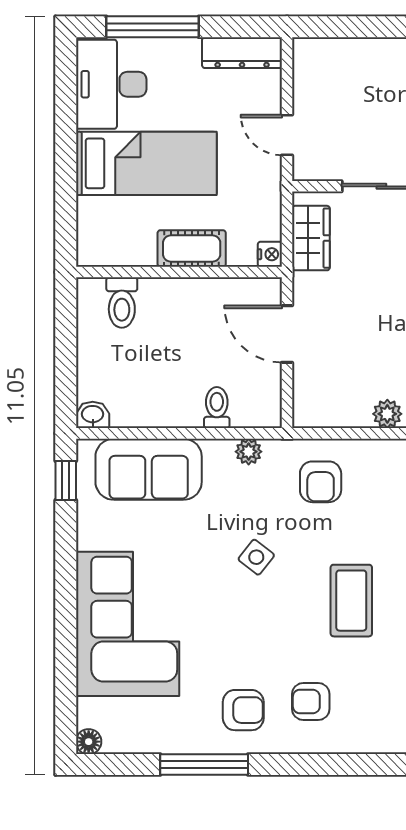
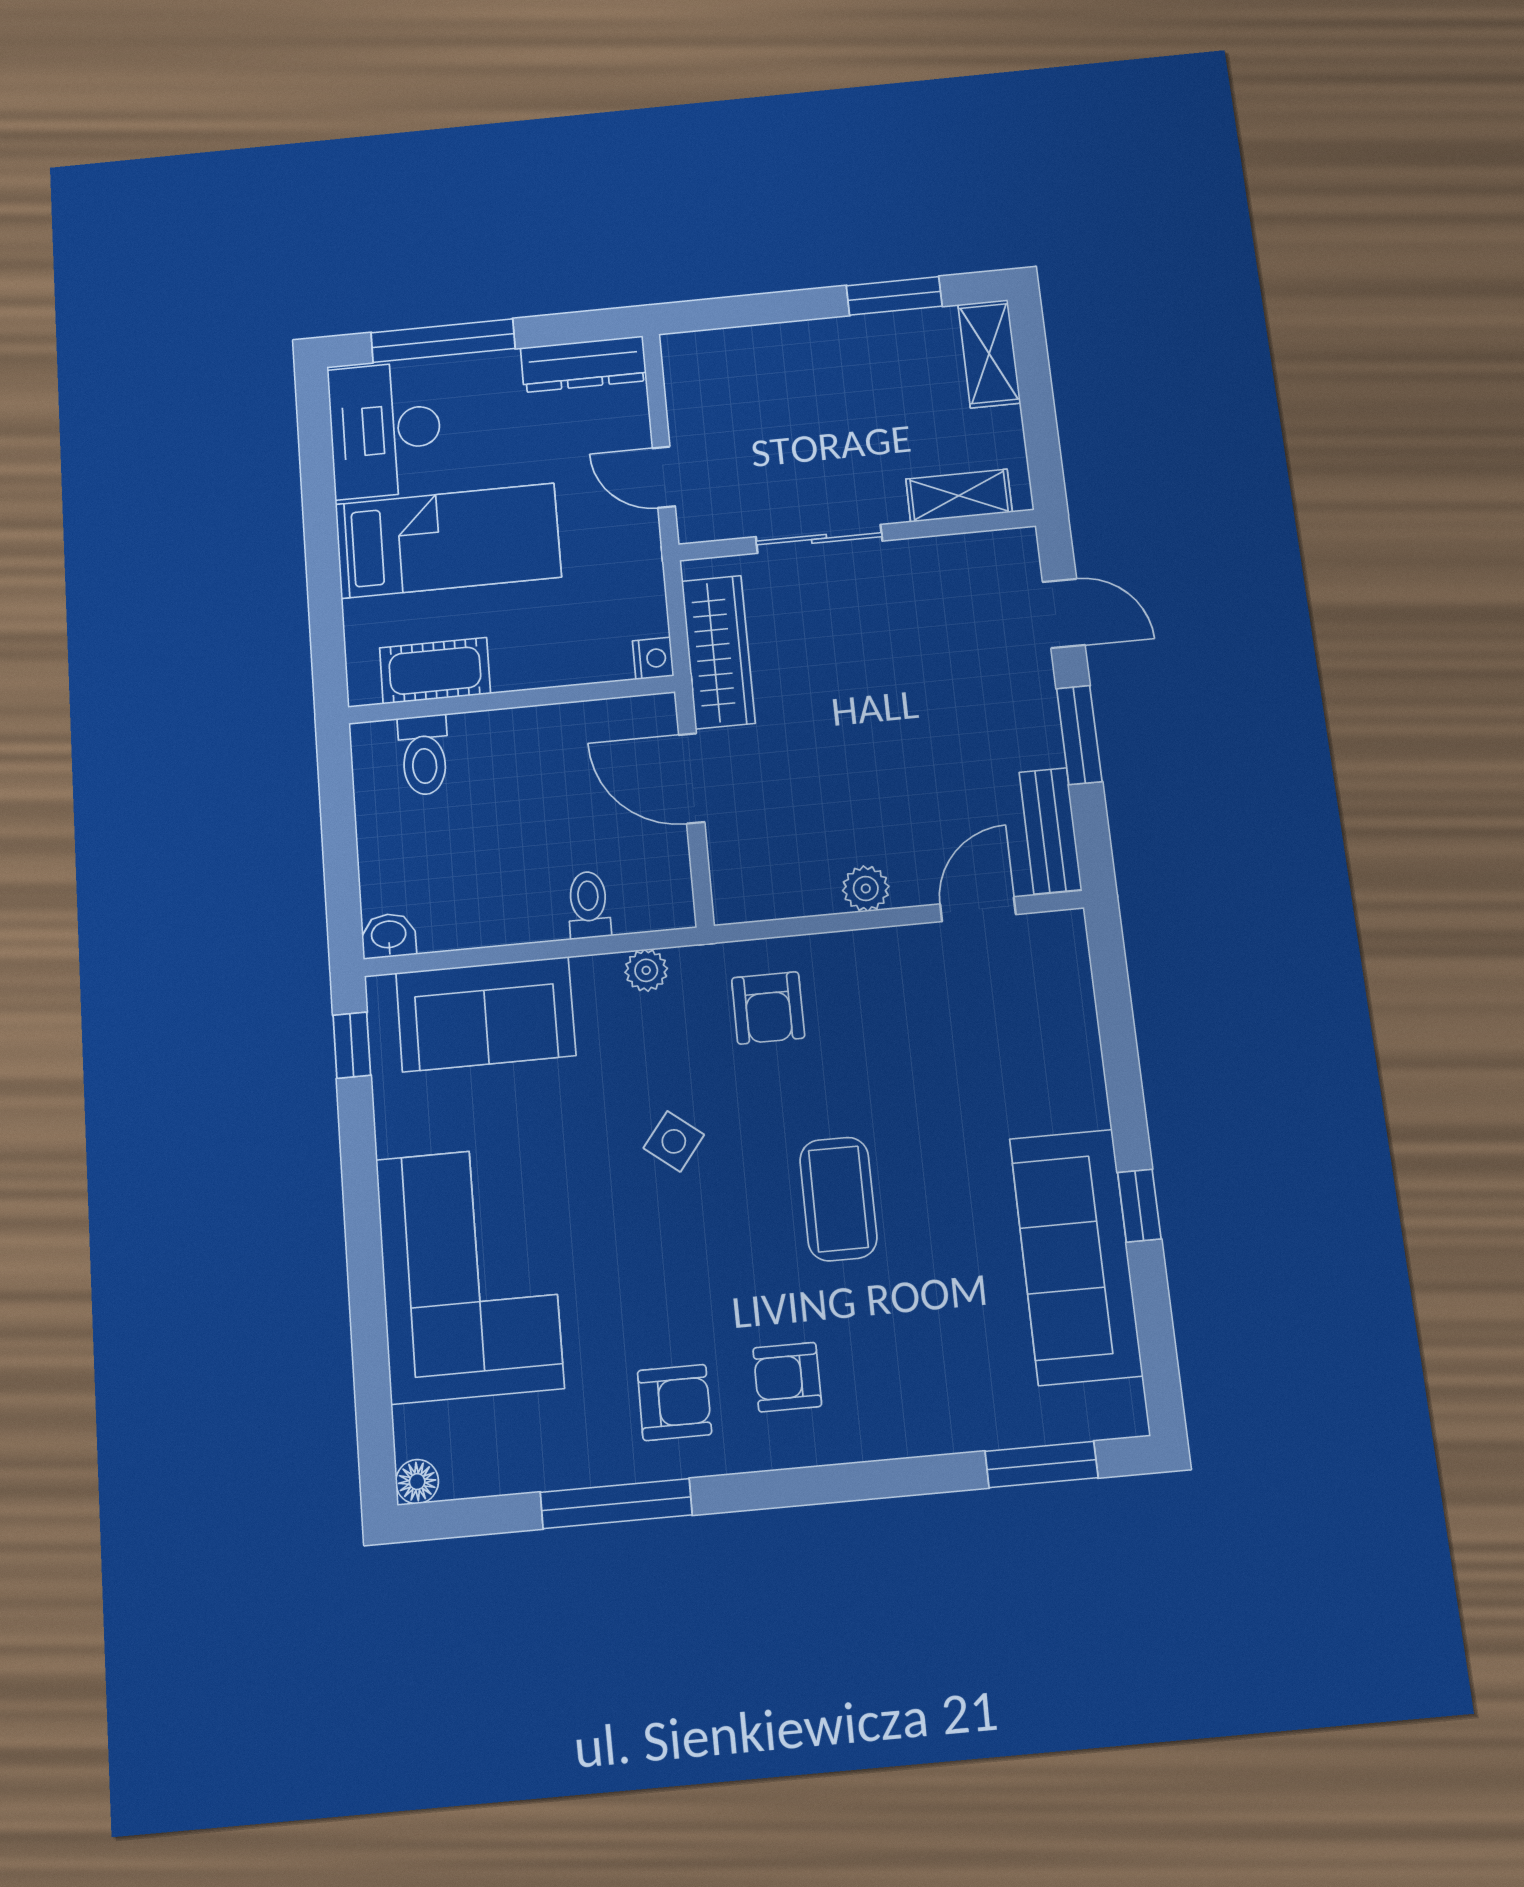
wardrobe: (311, 238) -> (718, 652), width x1.50
cot: (192, 248) -> (435, 671), moved

